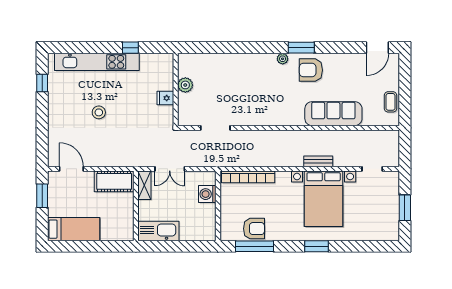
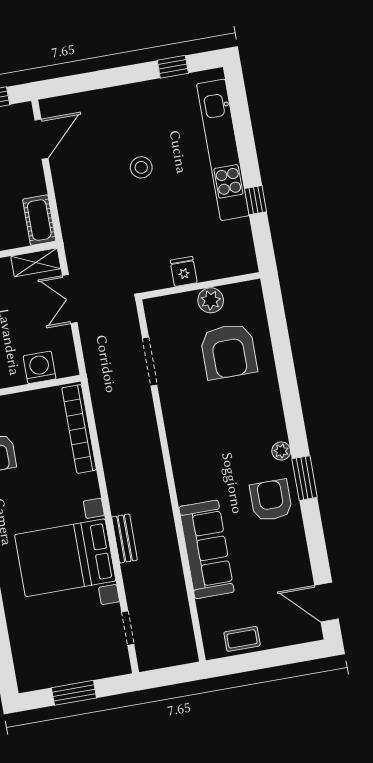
armchair: (218, 80) -> (229, 351), added
cot: (114, 181) -> (39, 220), width x0.73, depth x0.75

